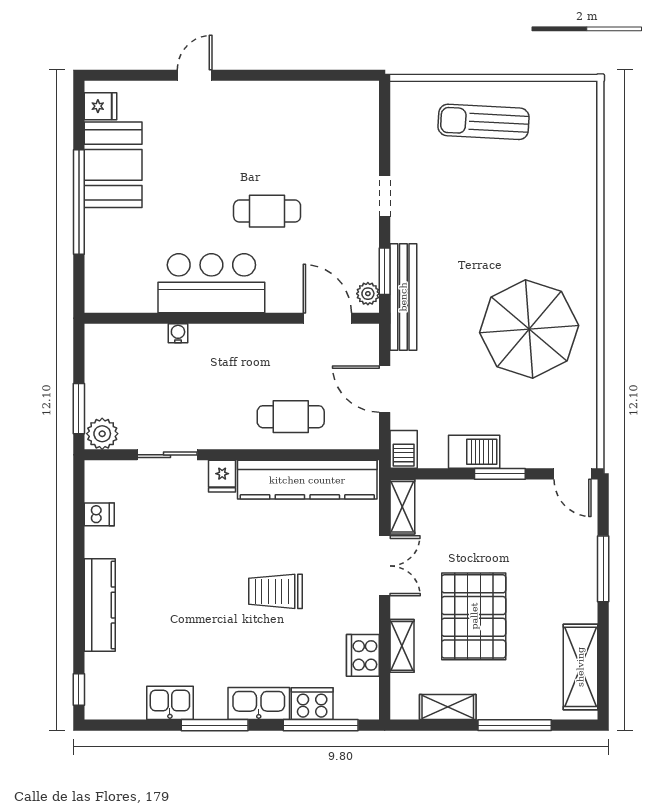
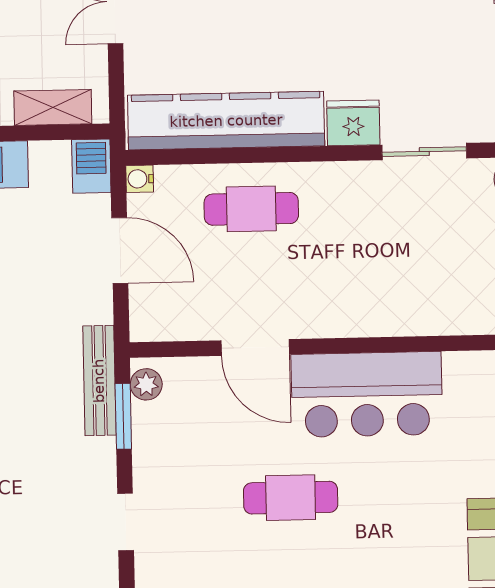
bench: (403, 297) -> (99, 381), width x0.73, depth x0.82
door: (327, 318) -> (255, 347), moved
water cooler: (178, 333) -> (140, 179), moved, turned 90
fridge: (222, 476) -> (353, 123), width x1.38
shelving: (402, 507) -> (53, 107), moved, turned 90

